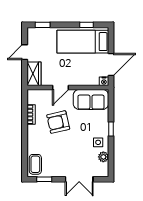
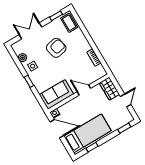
door: (111, 65) -> (57, 129), swing flipped
door: (61, 87) -> (84, 90), hinge flipped
armchair: (58, 122) -> (56, 48), moved

